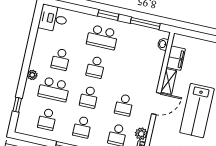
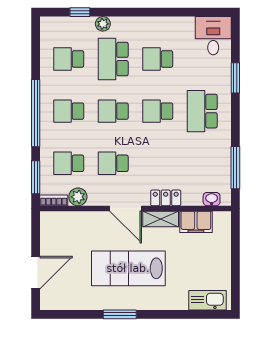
window: (108, 15) -> (235, 78), moved
plant: (32, 75) -> (103, 24), moved
locker: (155, 75) -> (166, 198), added

